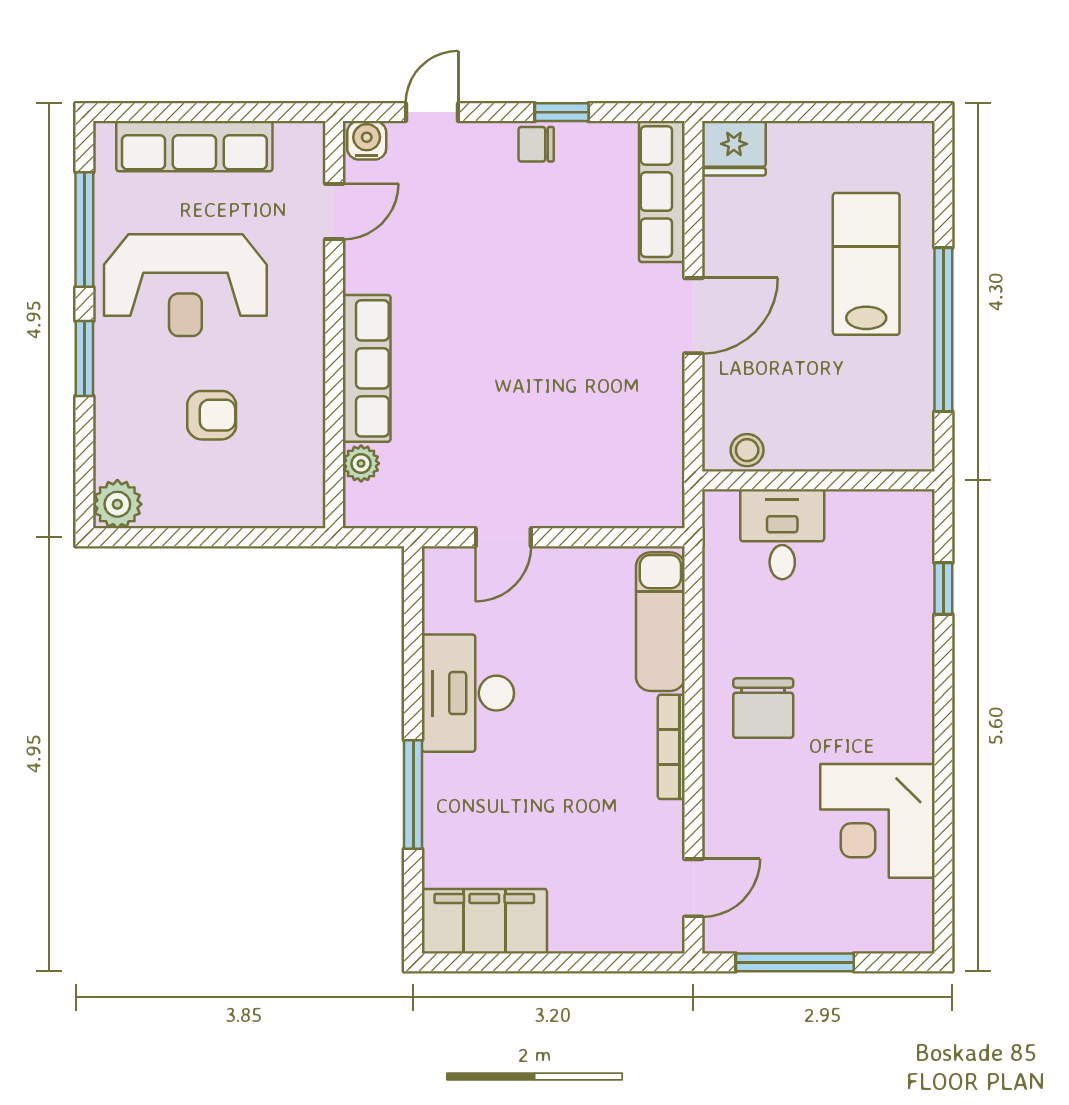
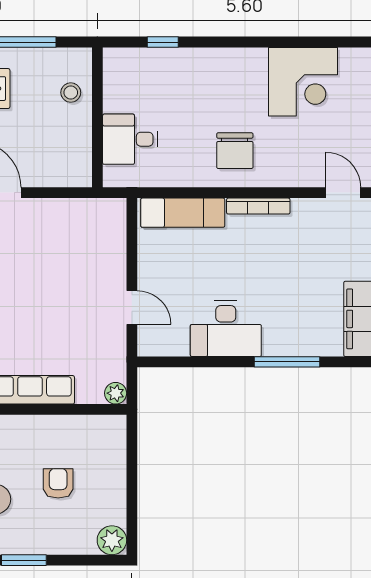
stool: (747, 450) -> (71, 93), moved
plant: (361, 463) -> (116, 393), moved
chair: (763, 708) -> (235, 151), turned 90

